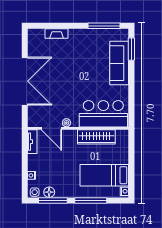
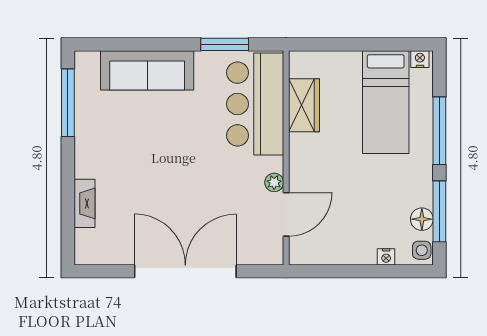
window: (131, 49) -> (225, 44), moved
wardrobe: (96, 137) -> (304, 105), width x0.67
tv unit: (32, 142) -> (314, 255), removed

